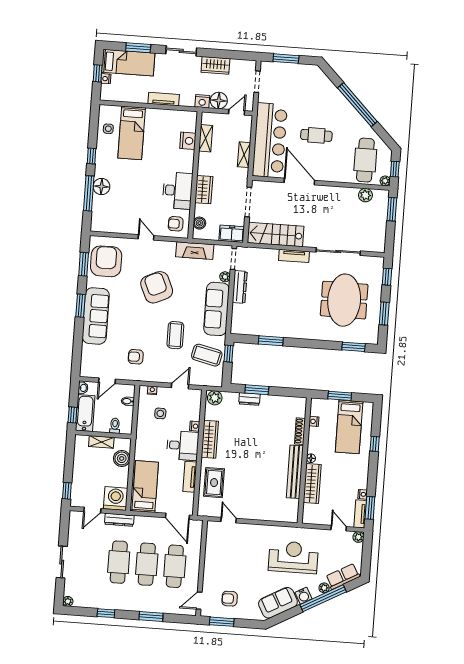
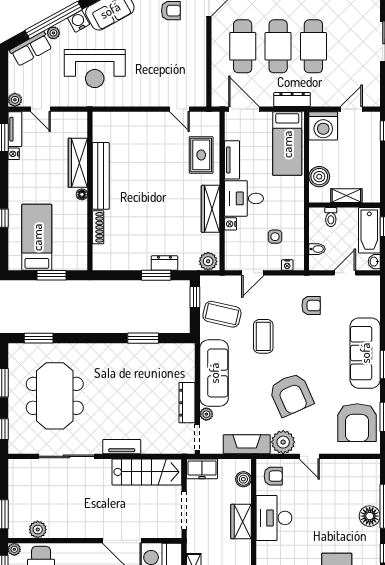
plant: (166, 250) -> (283, 442), added
window: (228, 354) -> (195, 297), moved
nightstand: (314, 421) -> (82, 241), removed
dresser: (119, 520) -> (292, 100), moved

